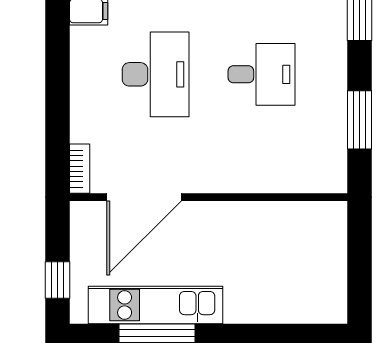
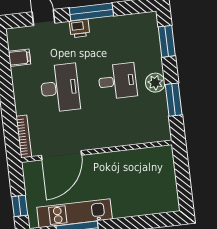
plant: (330, 85) -> (155, 83), added
bookcase: (80, 169) -> (24, 136), width x1.56

